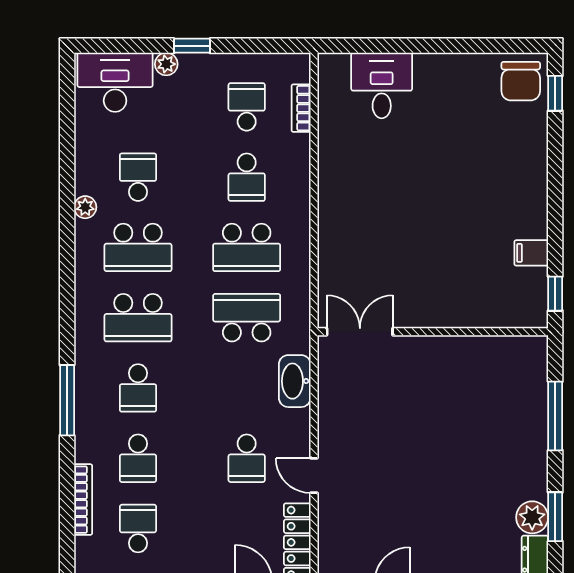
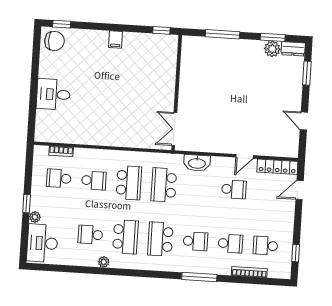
desk: (382, 85) -> (53, 94), moved
filing cabinet: (531, 253) -> (116, 40), moved
school desk: (138, 318) -> (160, 239), turned 180

